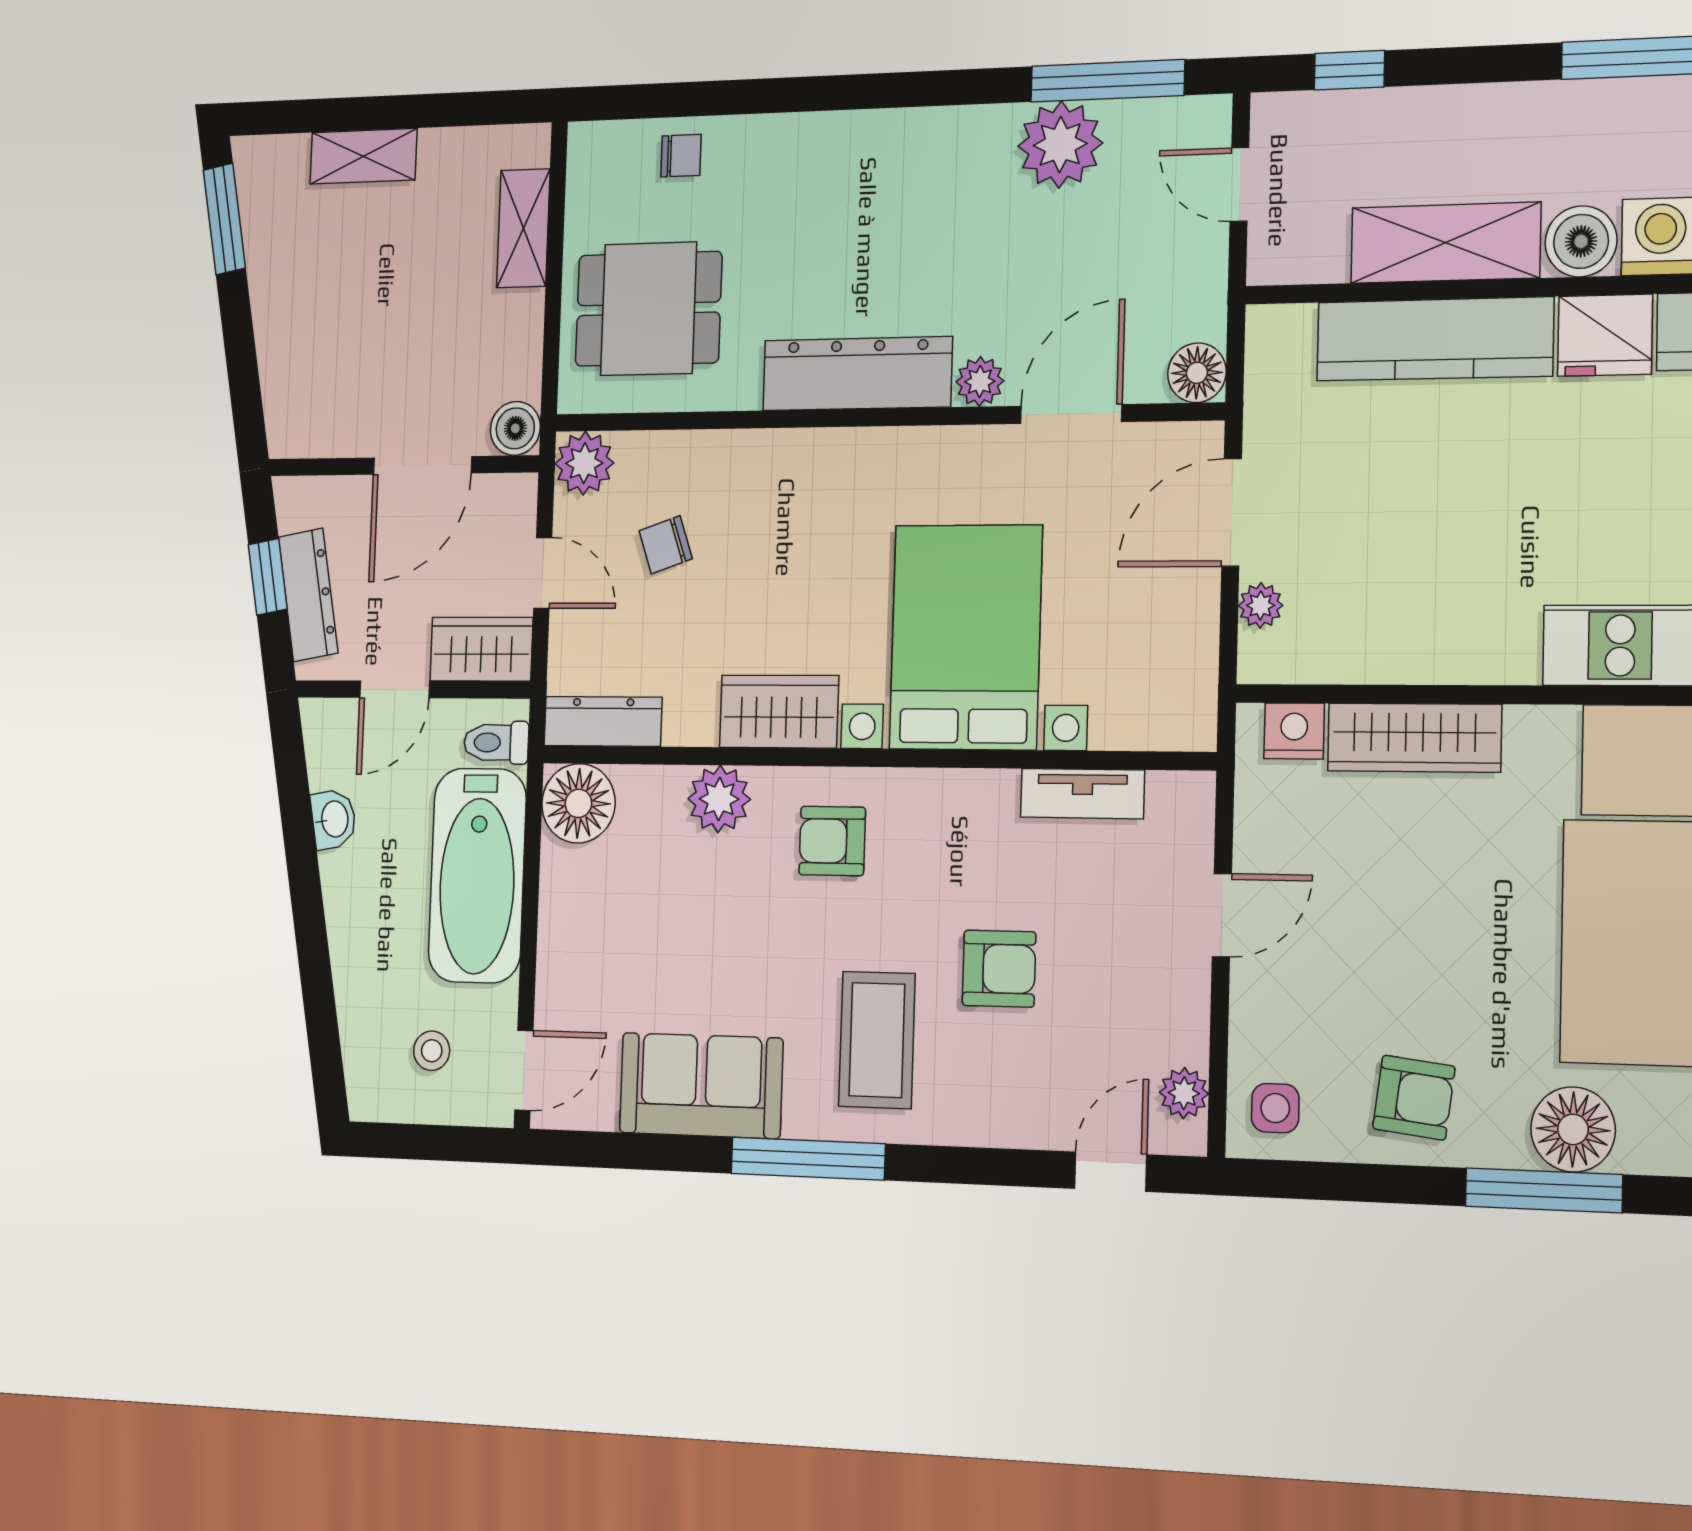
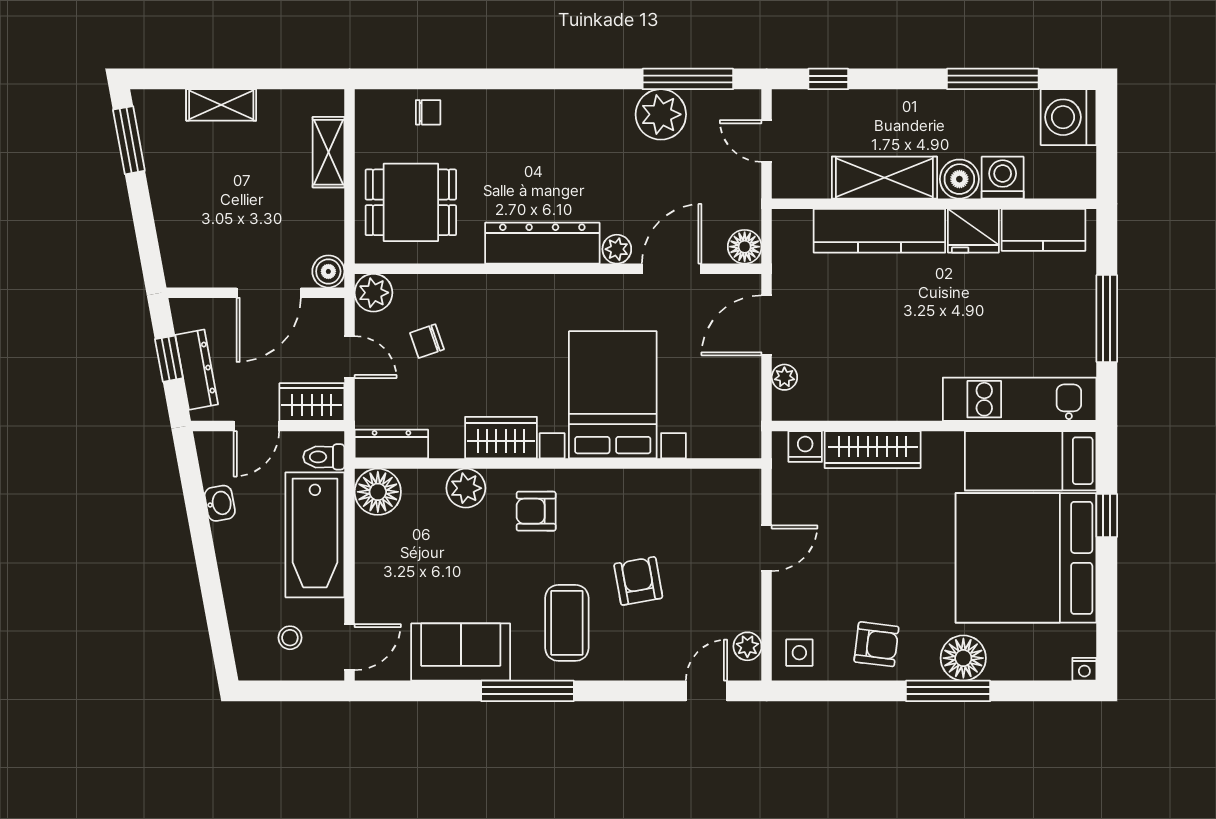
tv unit: (1082, 794) -> (684, 482), removed
armchair: (999, 969) -> (638, 581), turned -100

